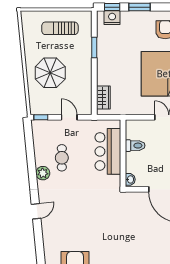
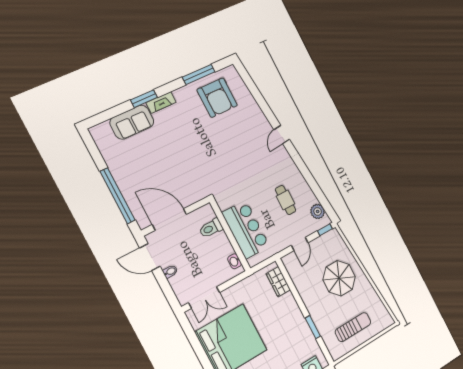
door: (69, 117) -> (300, 244), hinge flipped
toilet: (135, 146) -> (211, 228), moved
plant: (43, 173) -> (318, 211), moved
washbasin: (130, 179) -> (235, 261), moved

